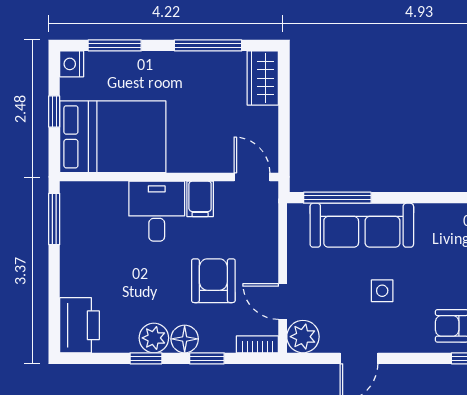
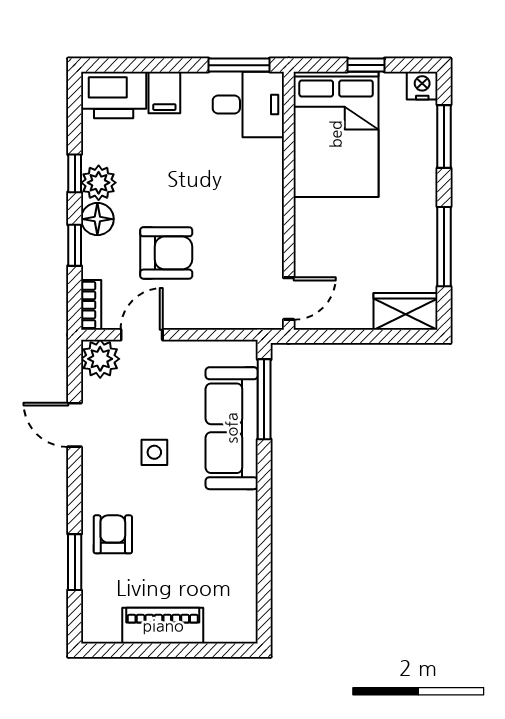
filing cabinet: (200, 199) -> (164, 92), moved, turned -90
desk: (157, 211) -> (248, 104), moved

